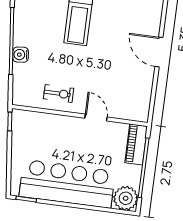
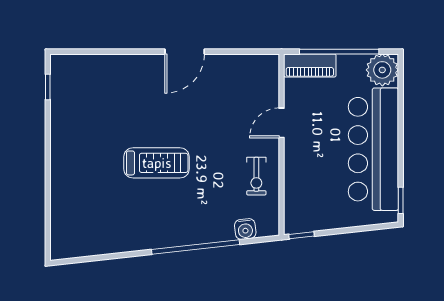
water cooler: (21, 55) -> (245, 229), moved
exercise bike: (59, 94) -> (256, 176), turned 180

